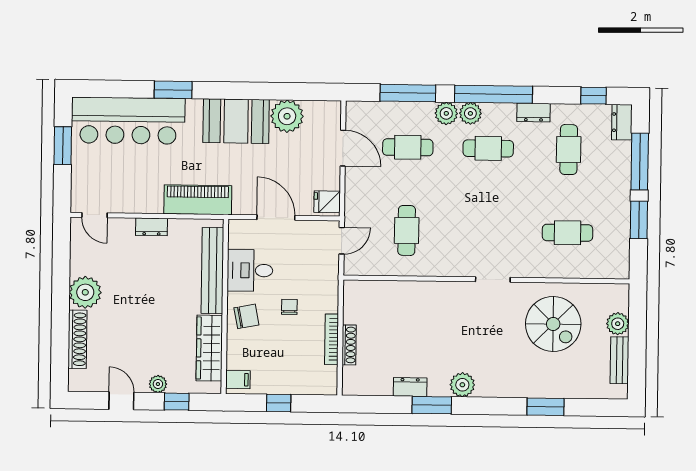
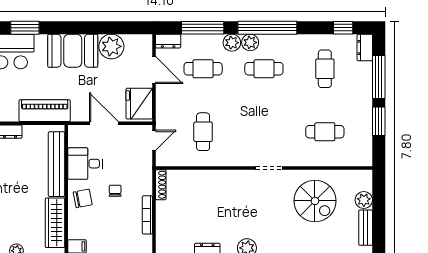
dresser: (534, 113) -> (168, 41), moved
fridge: (327, 202) -> (139, 104), width x1.88, depth x1.34
shoe rack: (349, 345) -> (161, 185), moved

